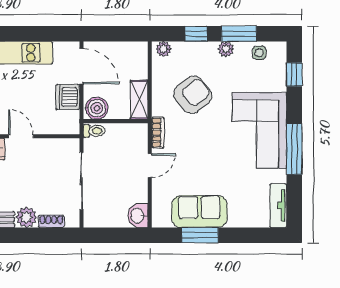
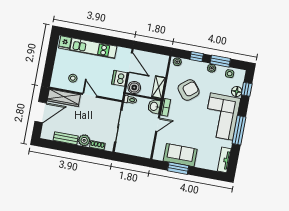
floor lamp: (278, 82) -> (237, 91), added
washbasin: (138, 216) -> (154, 106), moved

